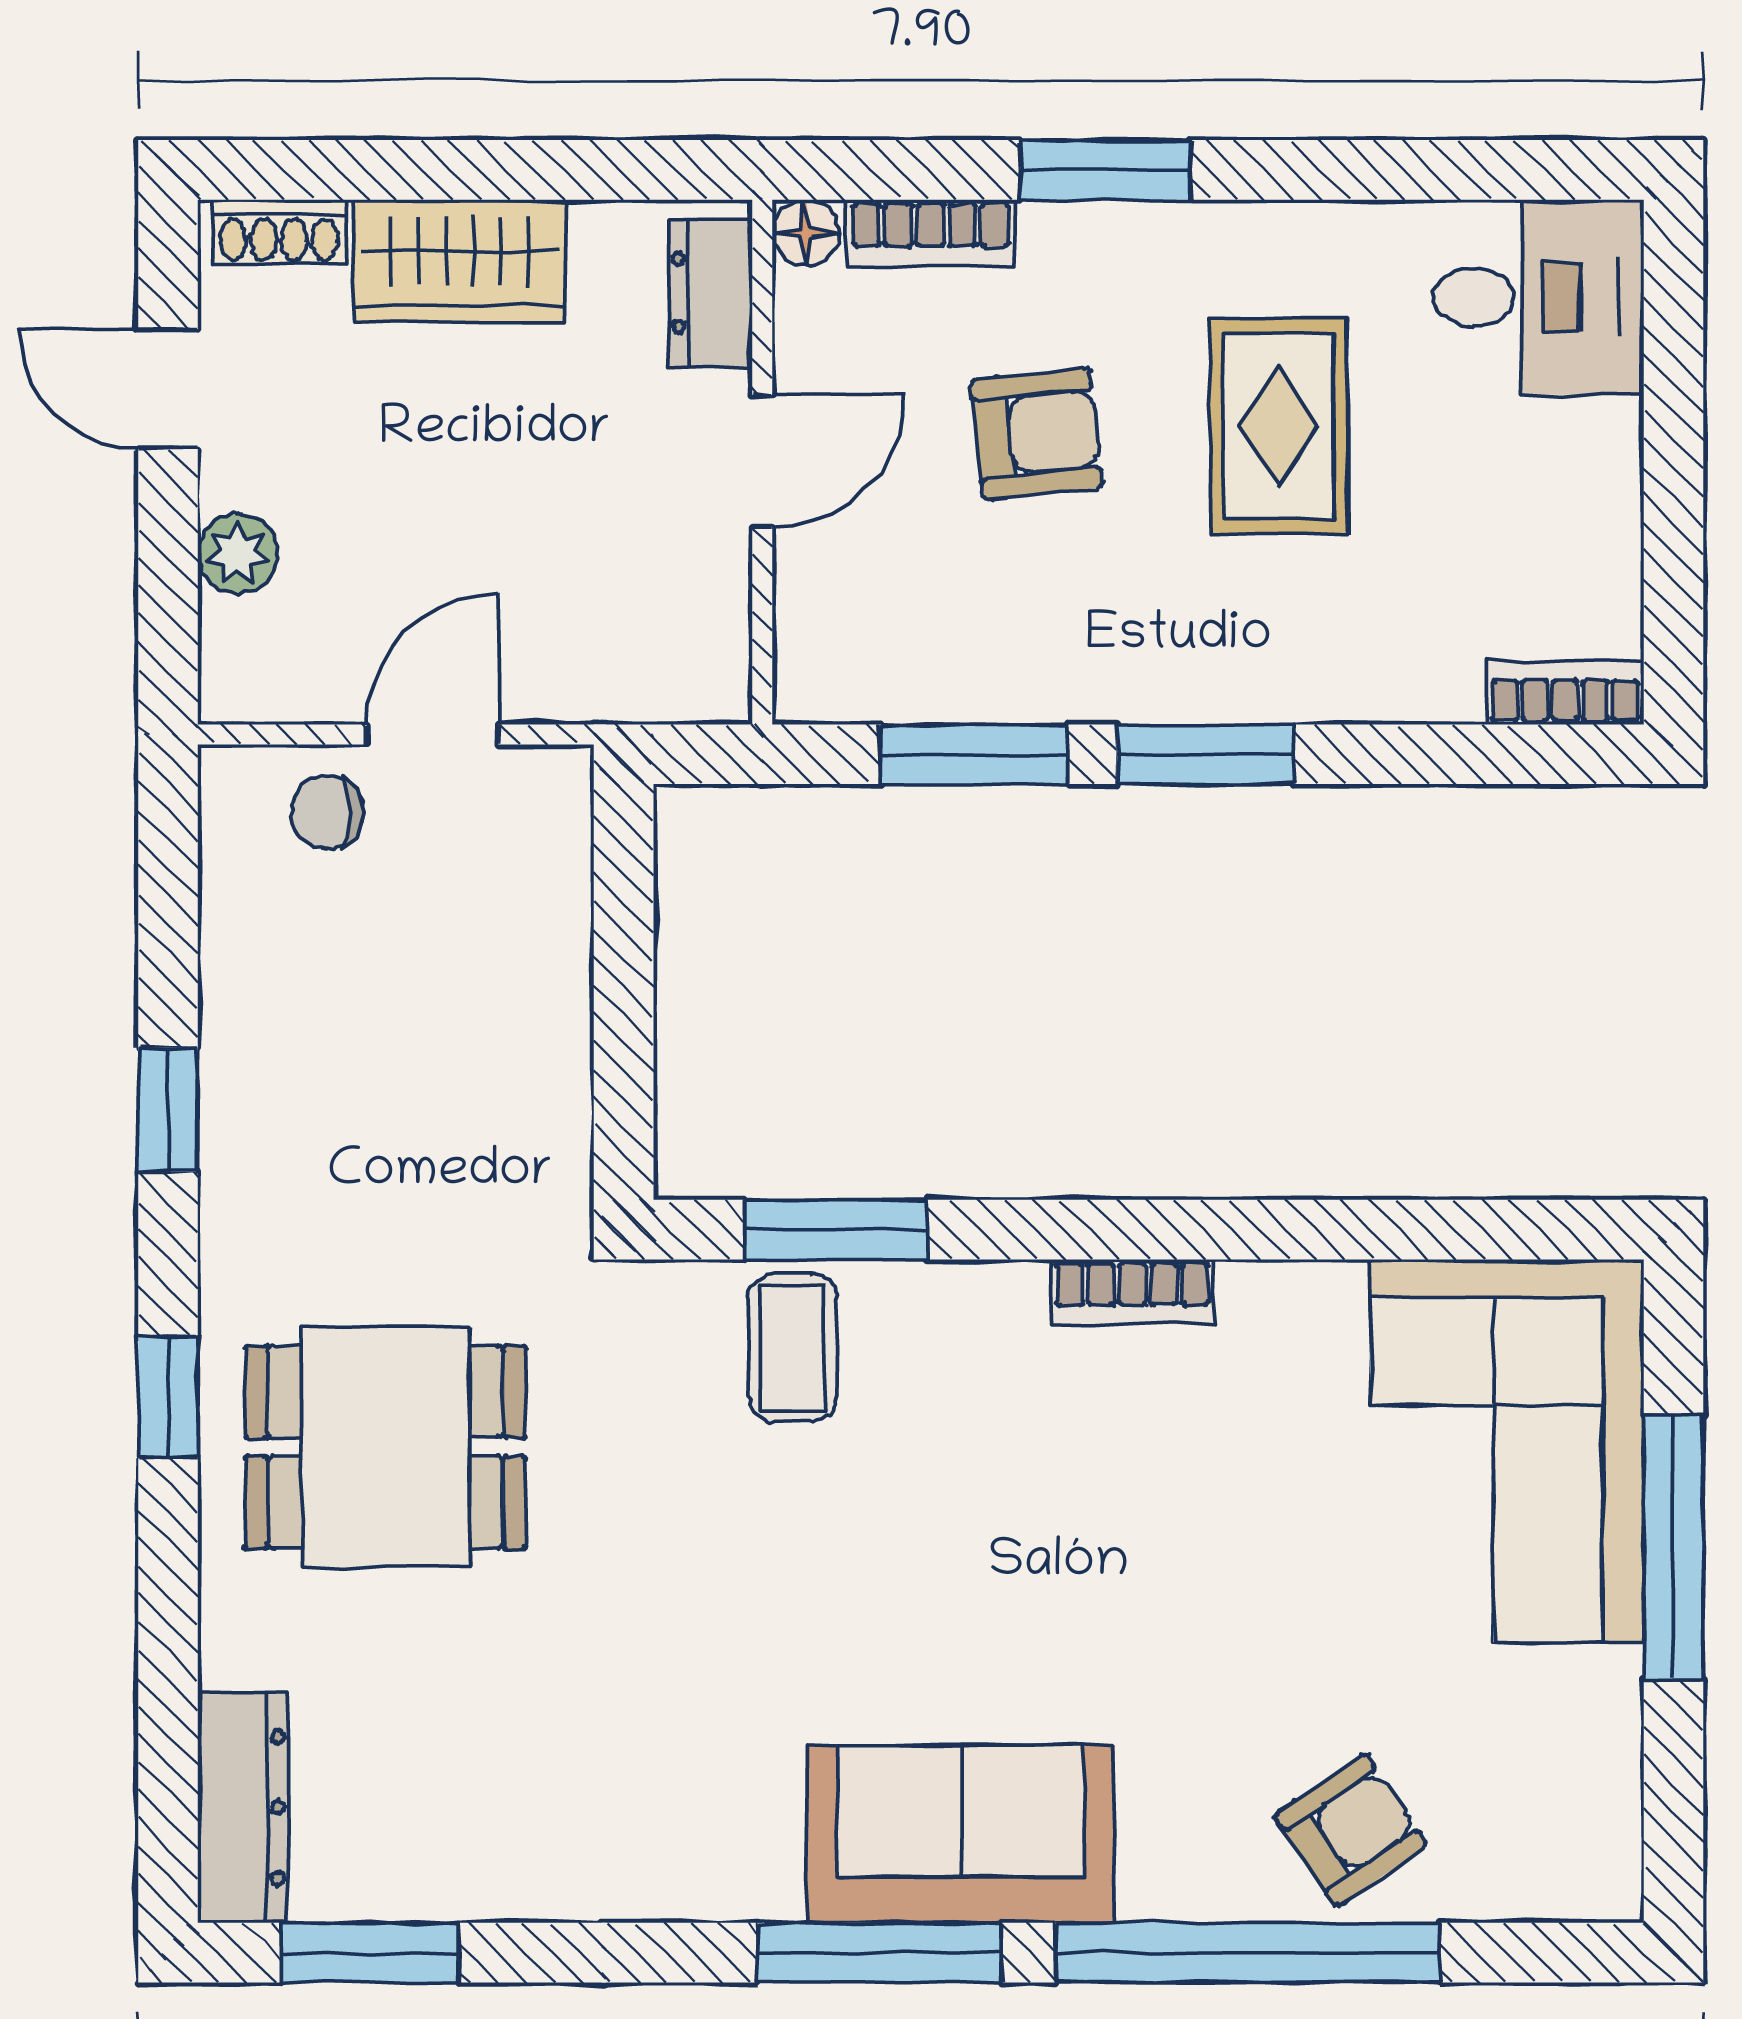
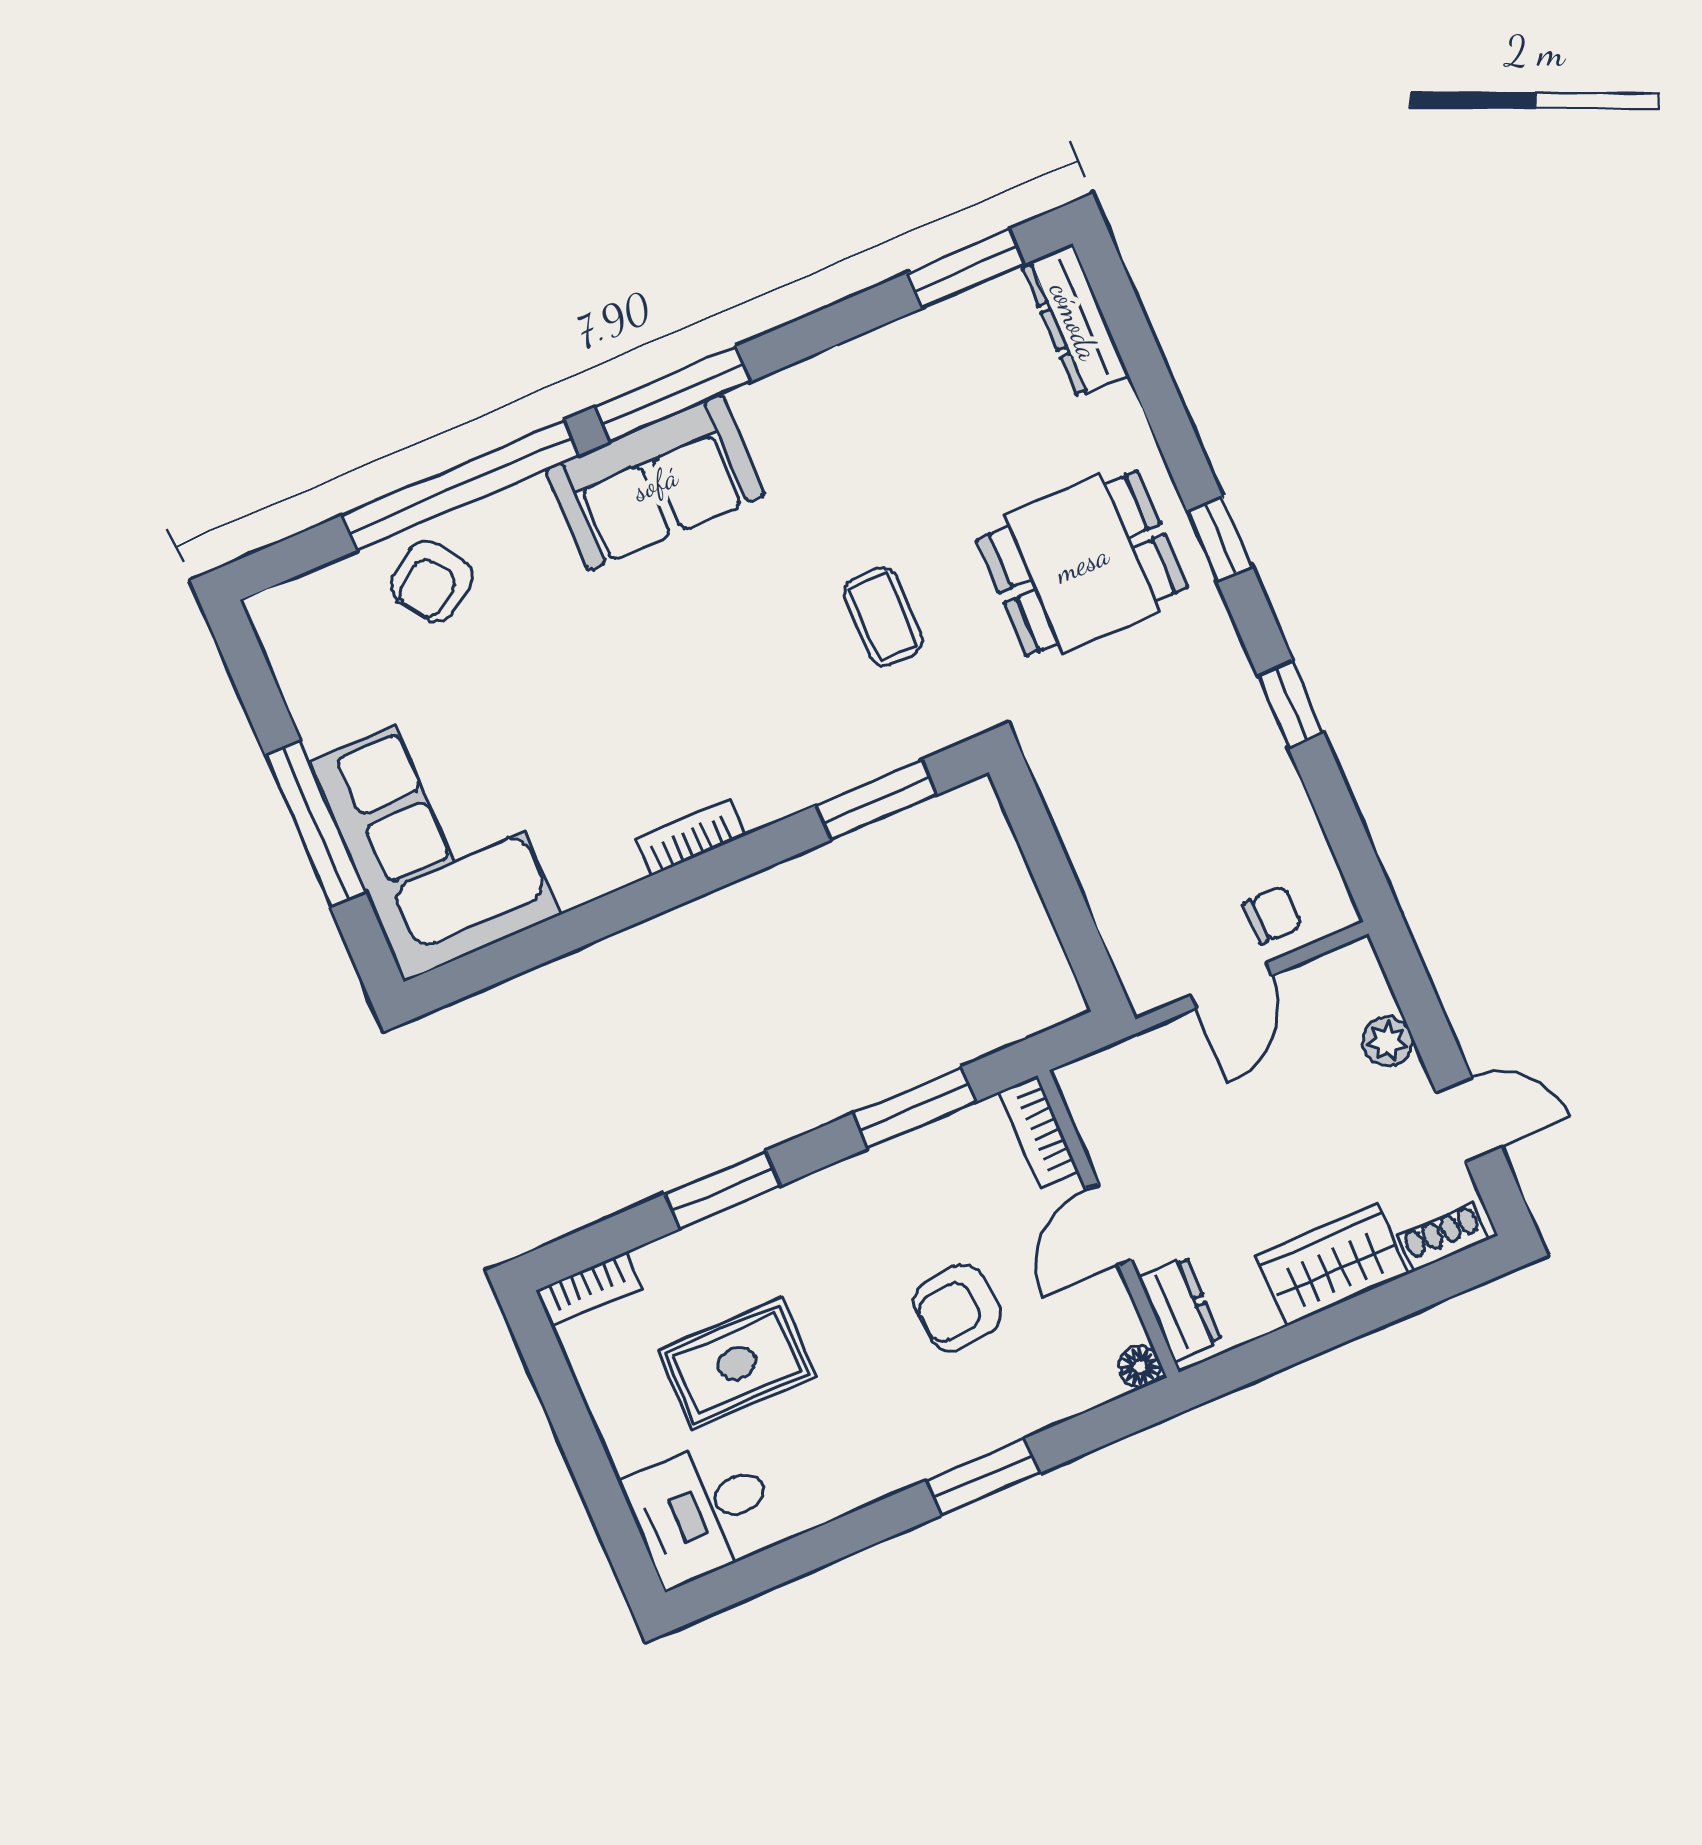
bookcase: (931, 233) -> (1039, 1132), moved, turned -90
rug: (1279, 426) -> (737, 1364), moved, turned 90
window: (1205, 754) -> (723, 1190), moved
coffee table: (793, 1348) -> (883, 617), moved

